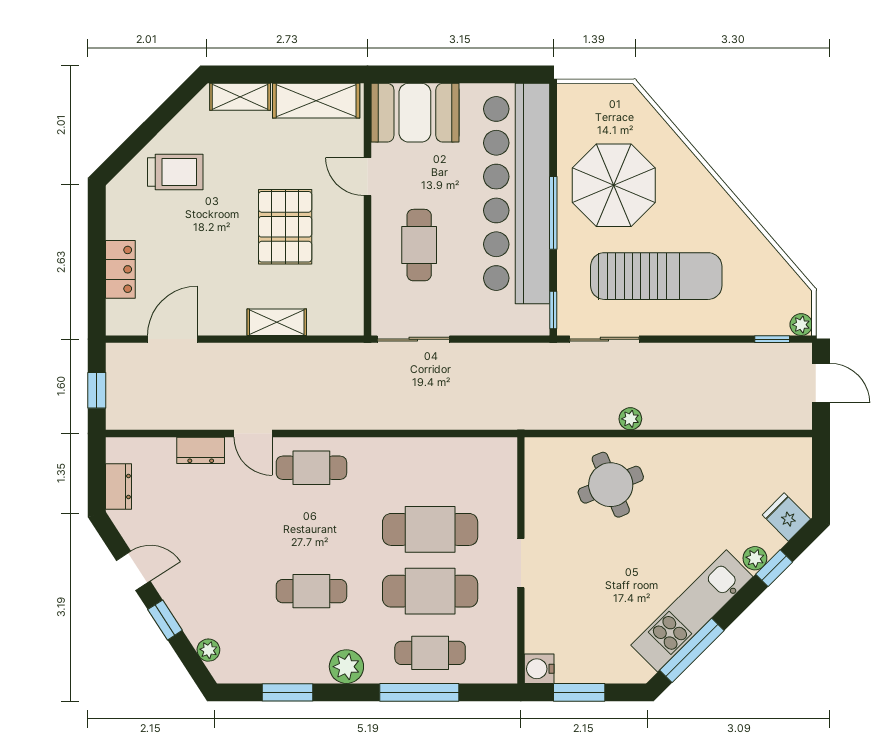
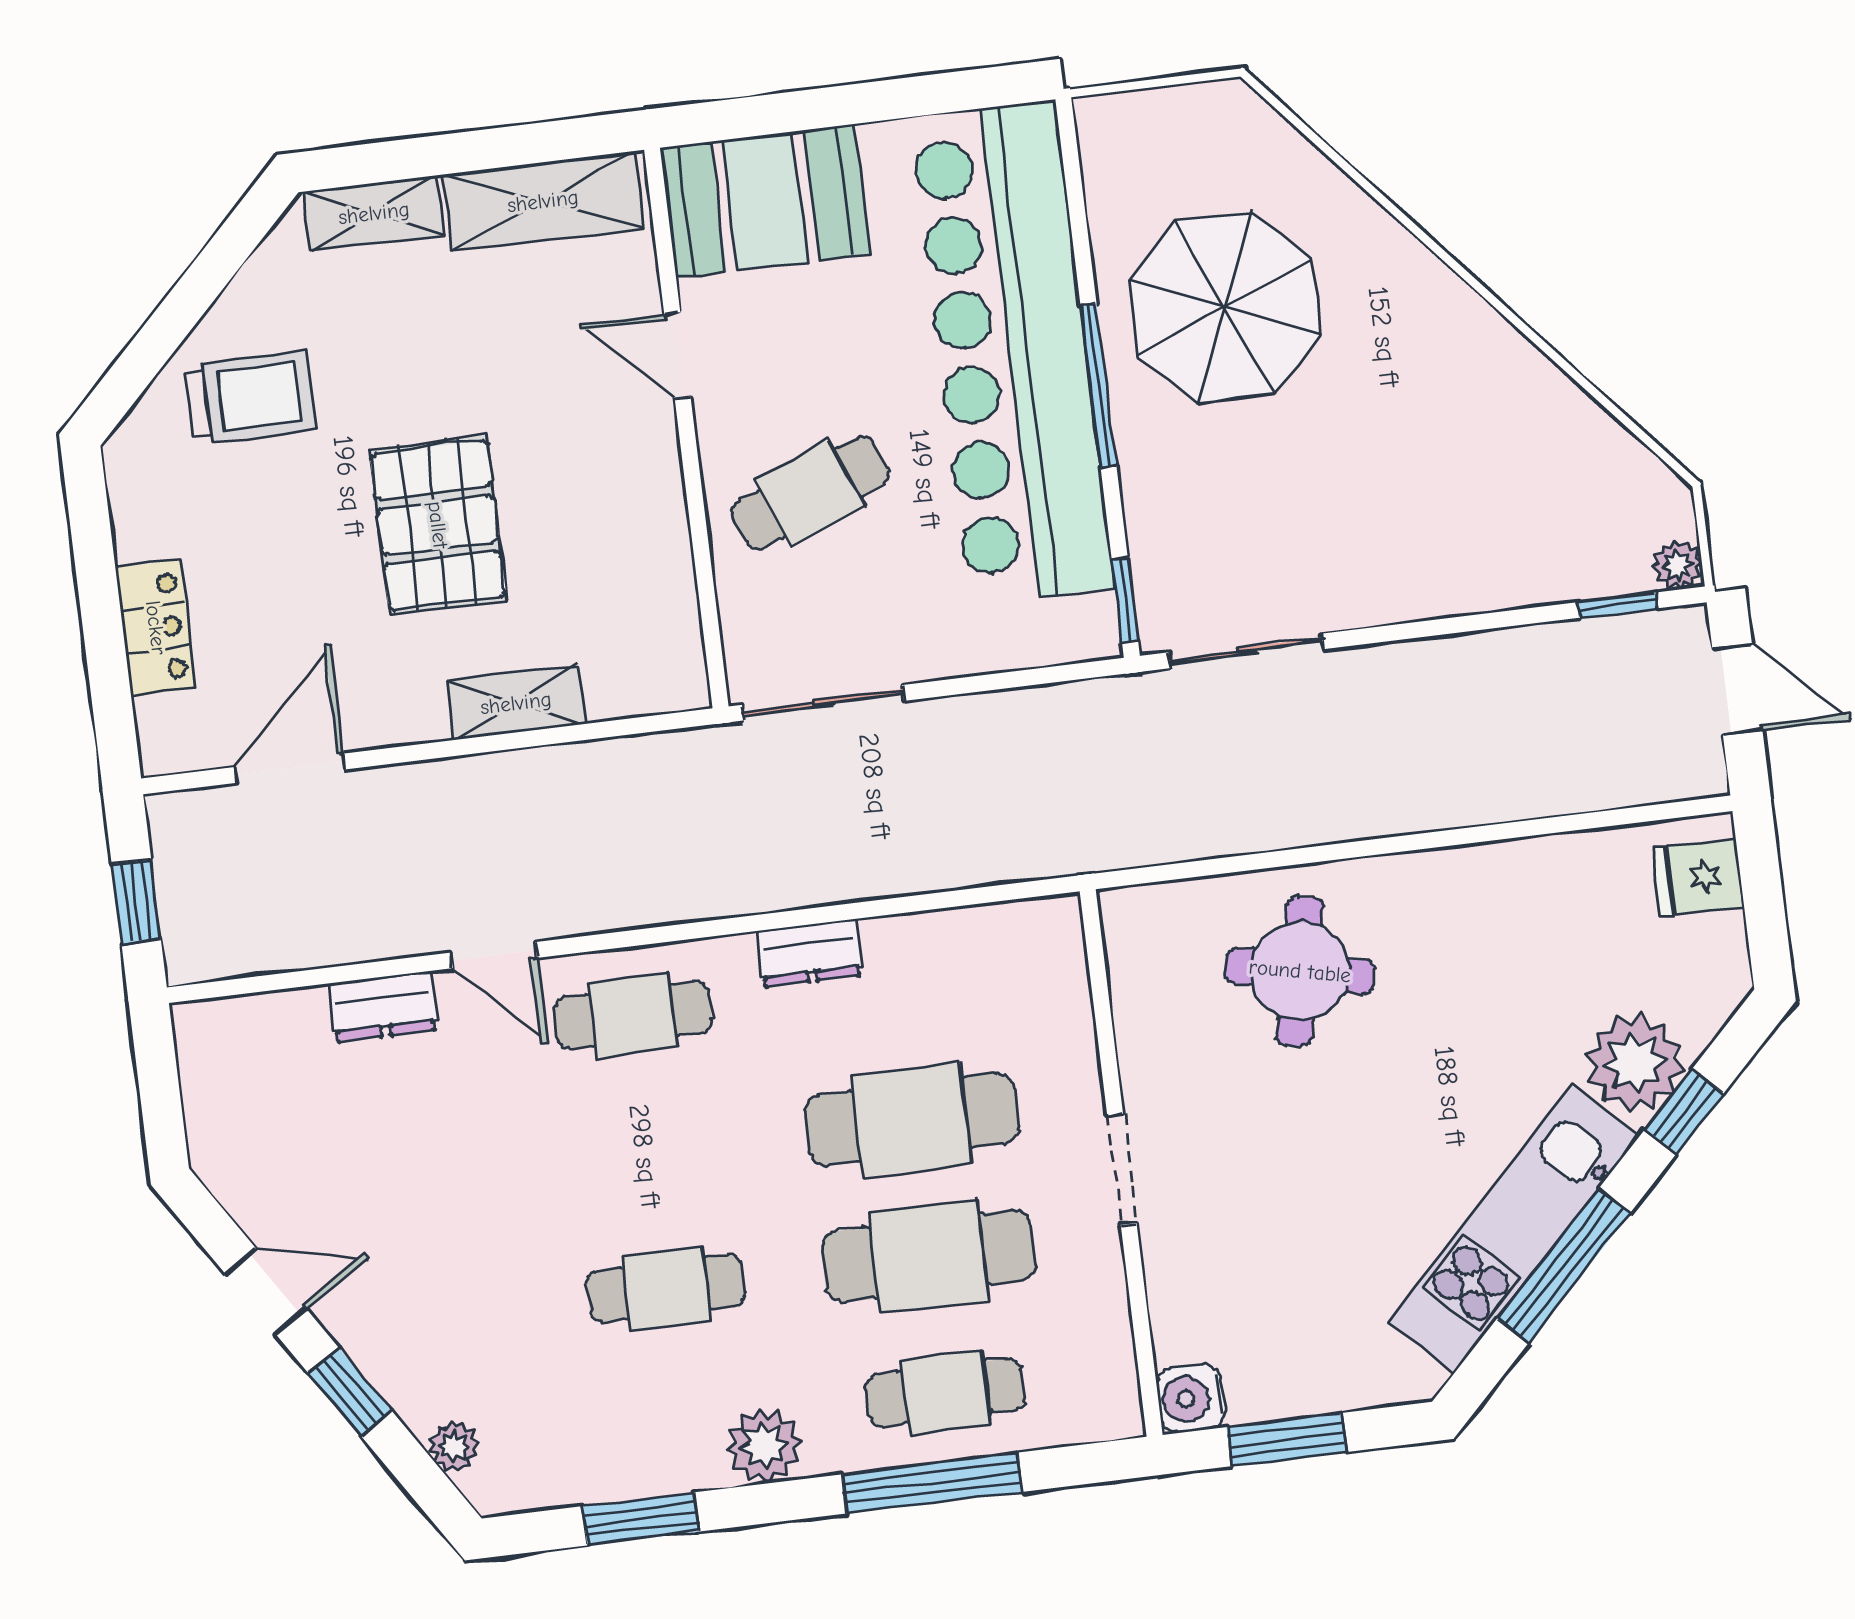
pallet: (285, 227) -> (438, 525), moved
cafe table: (419, 245) -> (810, 493), turned 69
sun lounger: (656, 276) -> (1344, 497), removed
plant: (630, 419) -> (1325, 820), removed
round table: (611, 485) -> (1300, 971), turned 34
dresser: (118, 486) -> (809, 953), moved, turned 90
fridge: (786, 517) -> (1699, 878), moved, turned -45
plant: (755, 558) -> (1635, 1063), width x1.88, depth x1.88
window: (692, 650) -> (1563, 1266), moved

